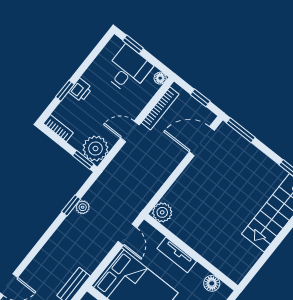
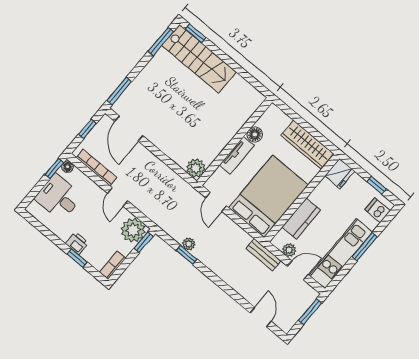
window: (133, 44) -> (54, 169), moved
door: (128, 235) -> (216, 202), swing flipped
floor lamp: (212, 283) -> (255, 134), moved

